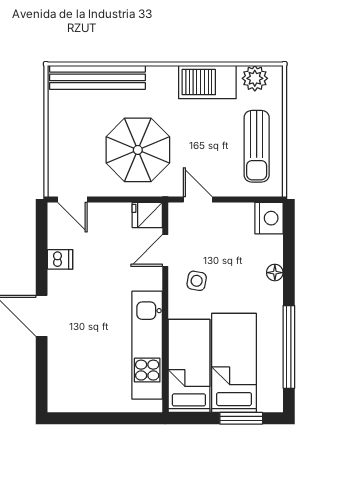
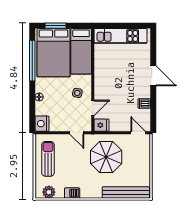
barbecue: (207, 82) -> (72, 193), width x0.53, depth x0.65
kitchen unit: (147, 345) -> (121, 36), moved, turned 90
bed: (234, 363) -> (54, 53), width x1.50

